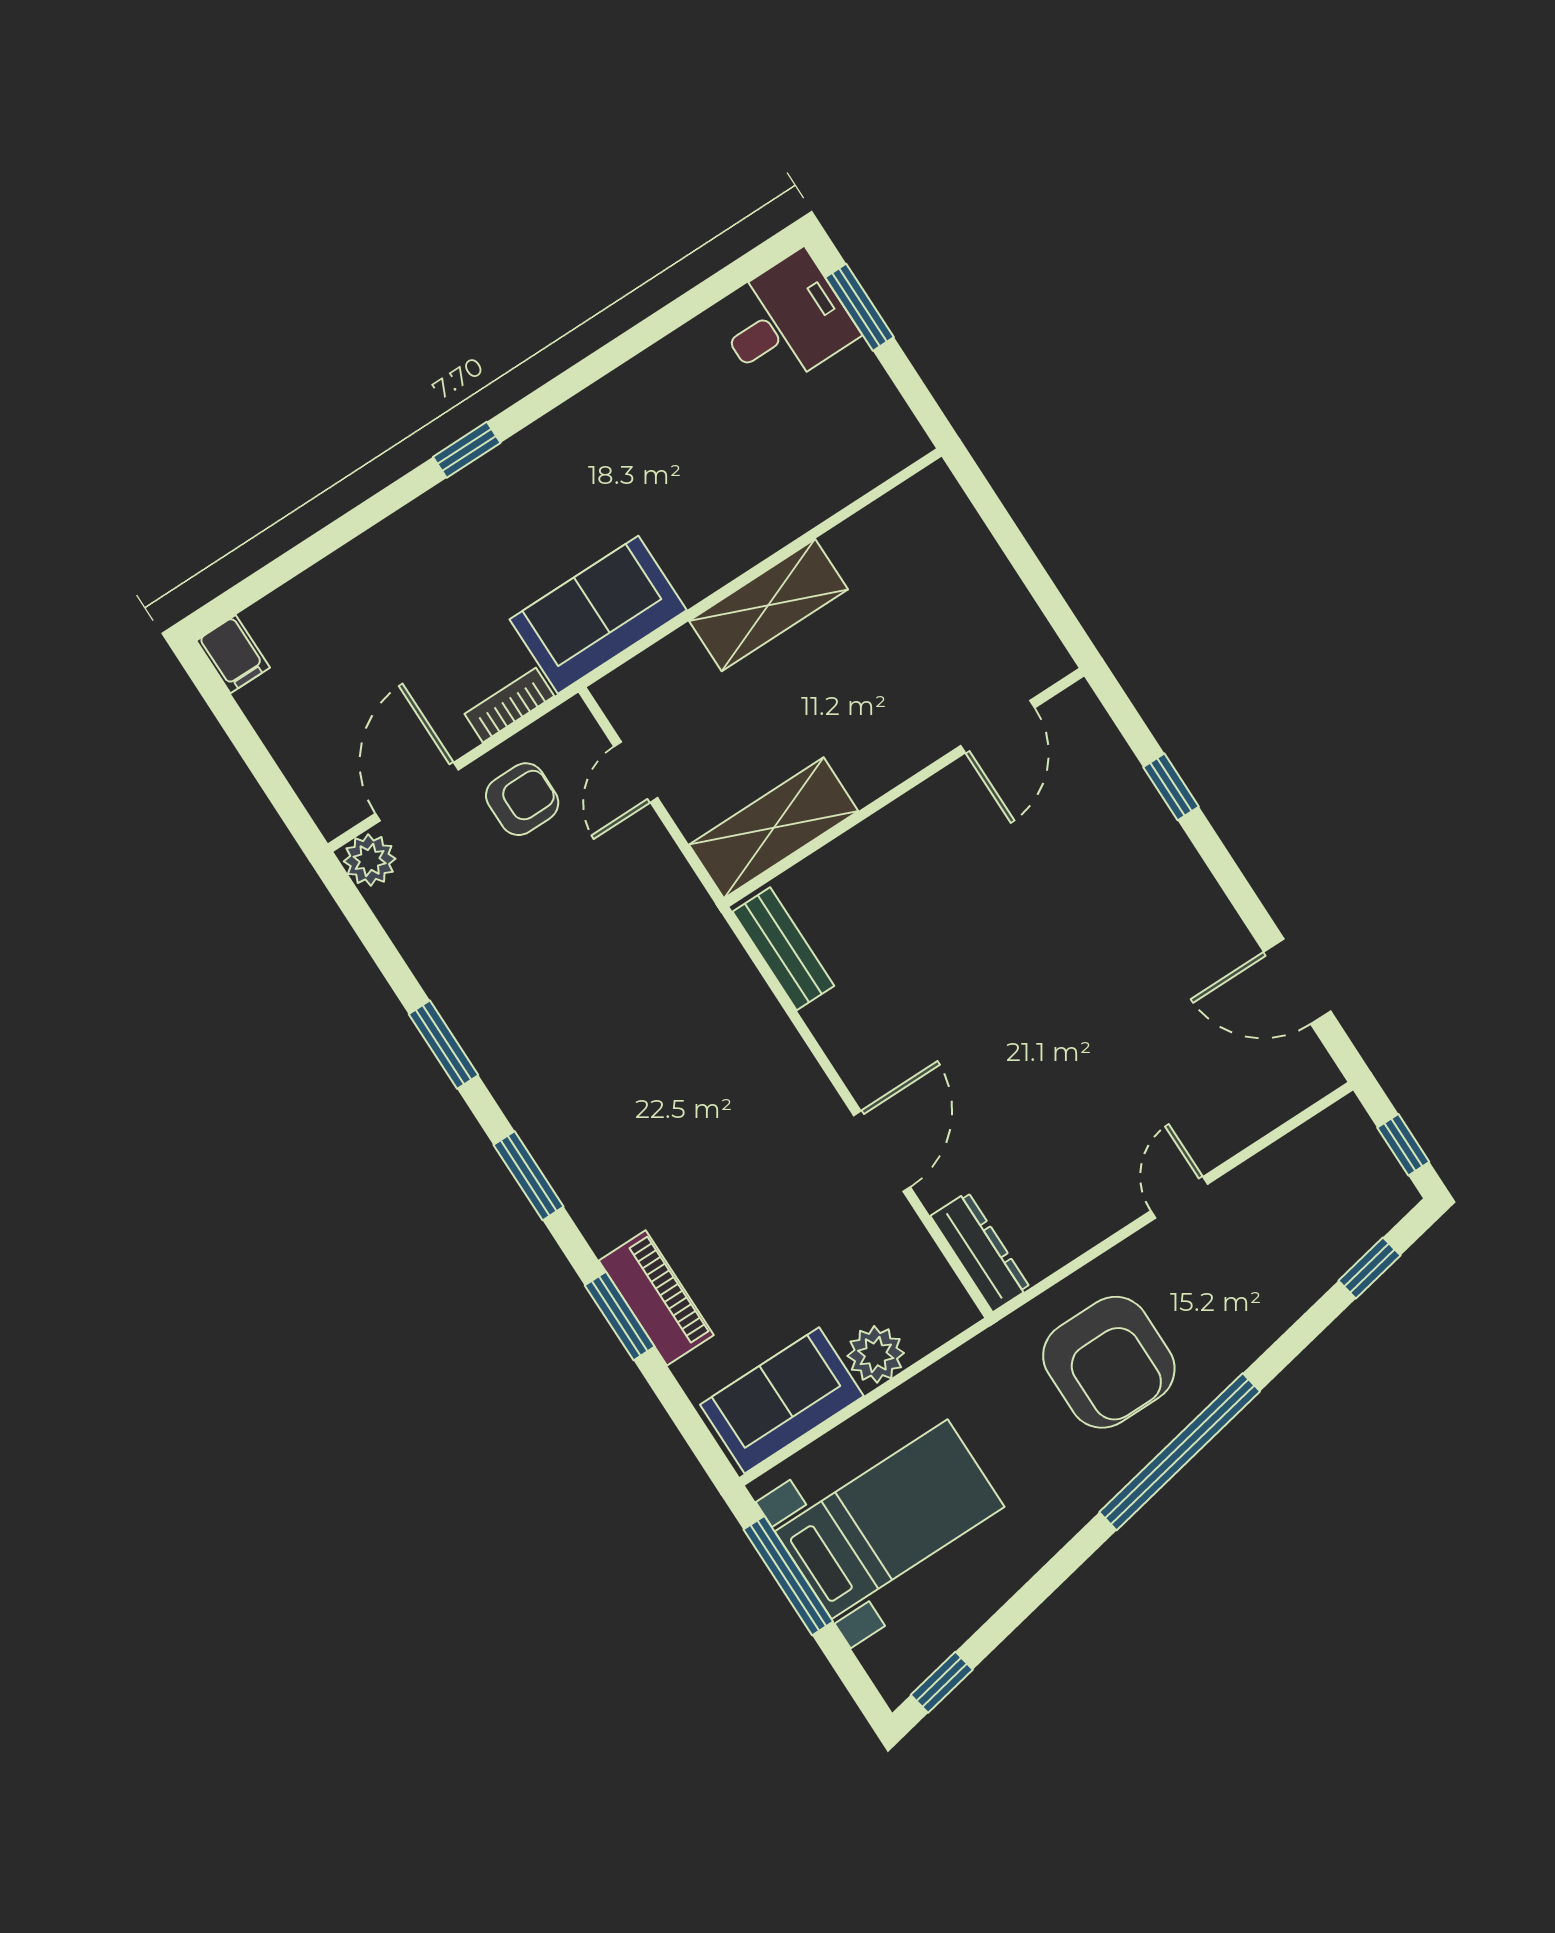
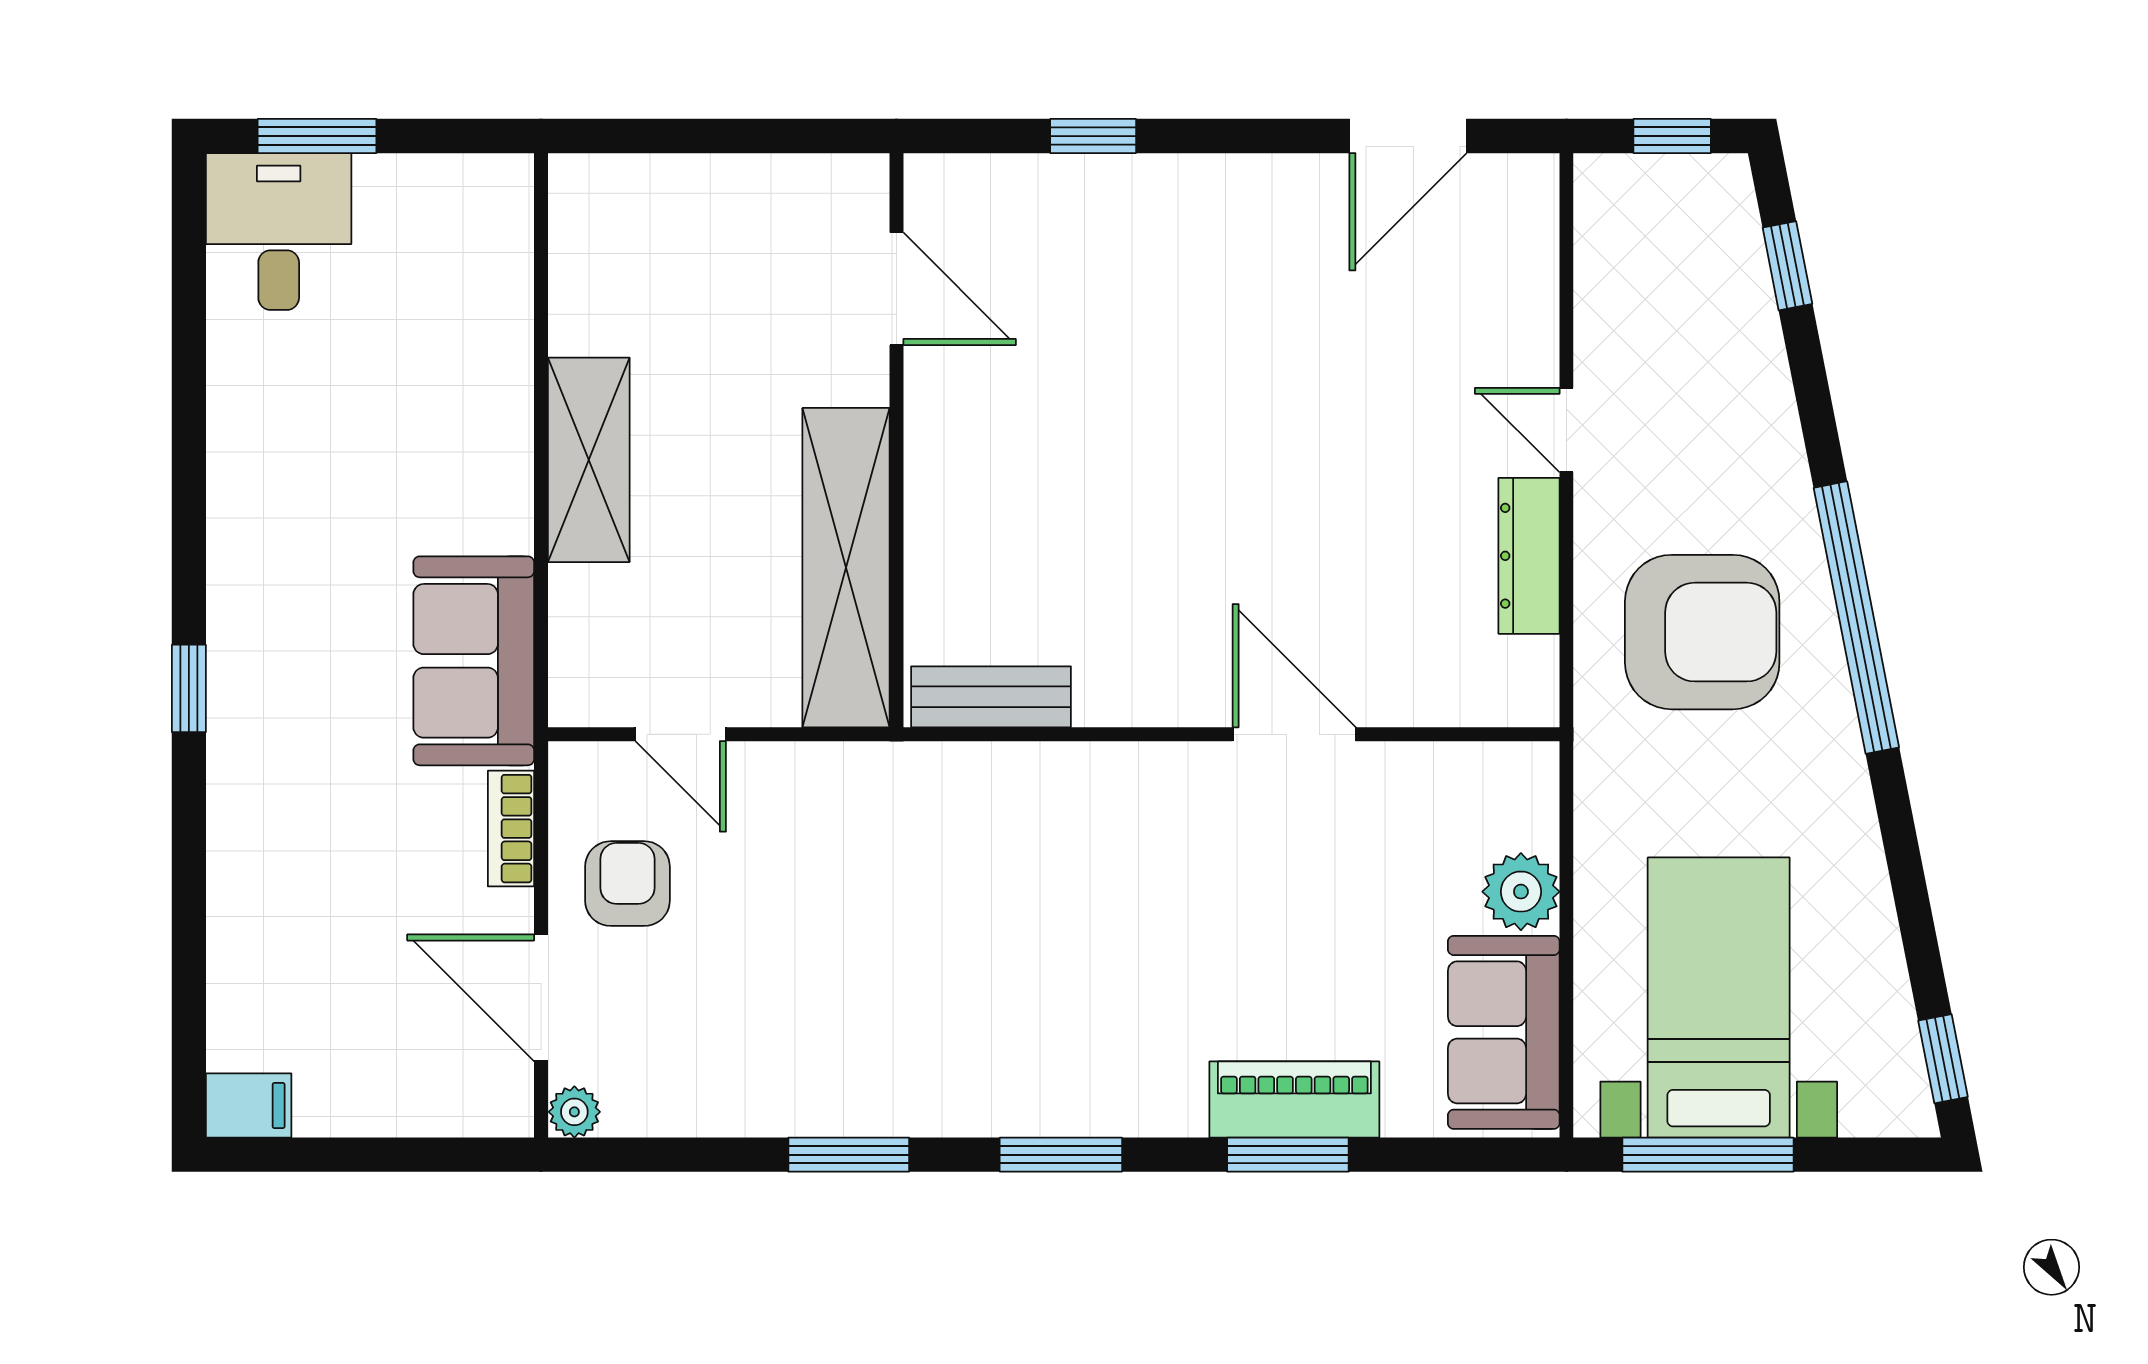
shelving: (774, 828) -> (846, 568), width x1.47
plant: (370, 860) -> (574, 1112), width x0.73, depth x0.73
dresser: (980, 1252) -> (1529, 556), moved, turned -90

